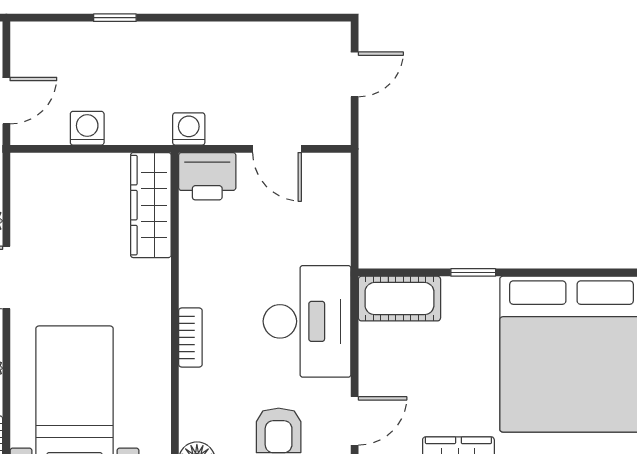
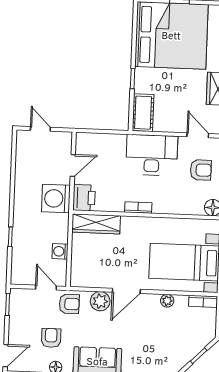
washing machine: (189, 129) -> (56, 198), width x1.89, depth x1.89
bookcase: (190, 337) -> (138, 208), moved

